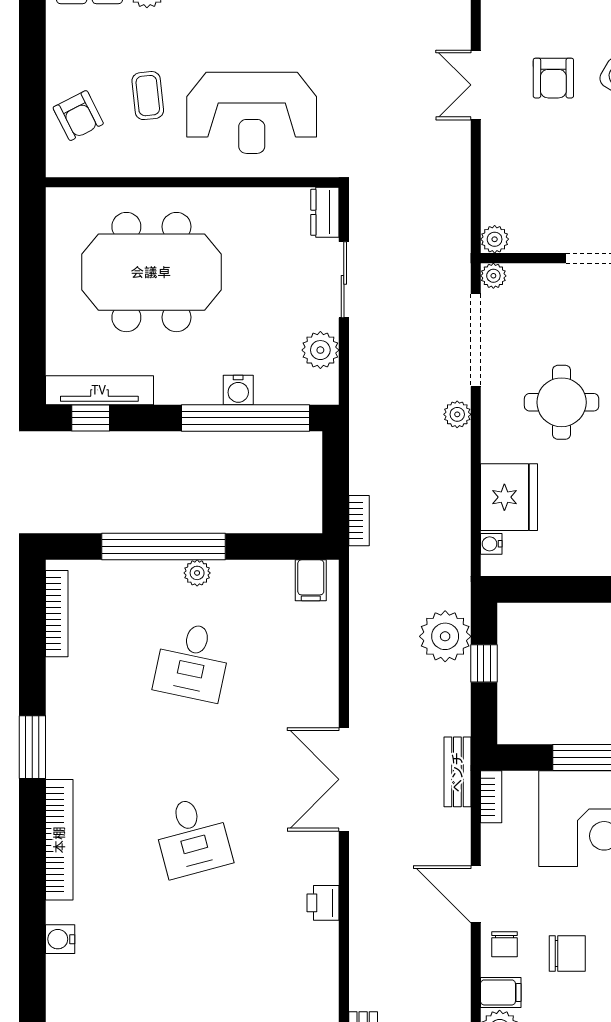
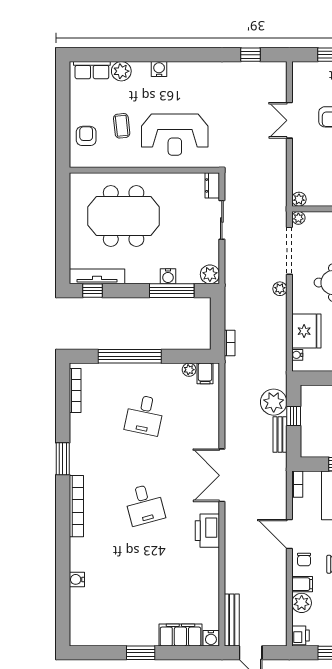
armchair: (78, 116) -> (86, 136), turned -153
plant: (320, 350) -> (210, 274), moved
window: (246, 418) -> (172, 291), width x0.68
plant: (197, 573) -> (189, 370), moved
bench: (457, 772) -> (280, 434), moved
printer: (323, 903) -> (207, 531), width x1.87, depth x1.48
water cooler: (60, 939) -> (77, 579), moved

